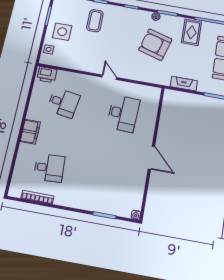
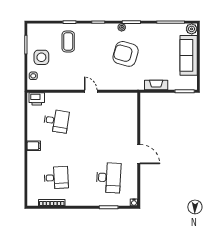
rug: (191, 32) -> (156, 36), removed
desk: (123, 113) -> (109, 178), moved
filing cabinet: (30, 132) -> (34, 146), width x0.50

